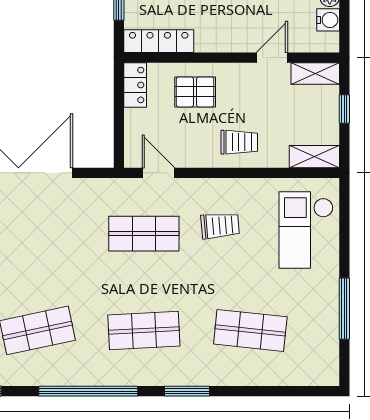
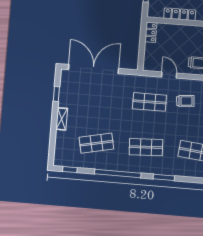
locker: (159, 41) -> (180, 14), moved
pallet: (195, 92) -> (178, 38), removed
door: (159, 173) -> (169, 75), moved

